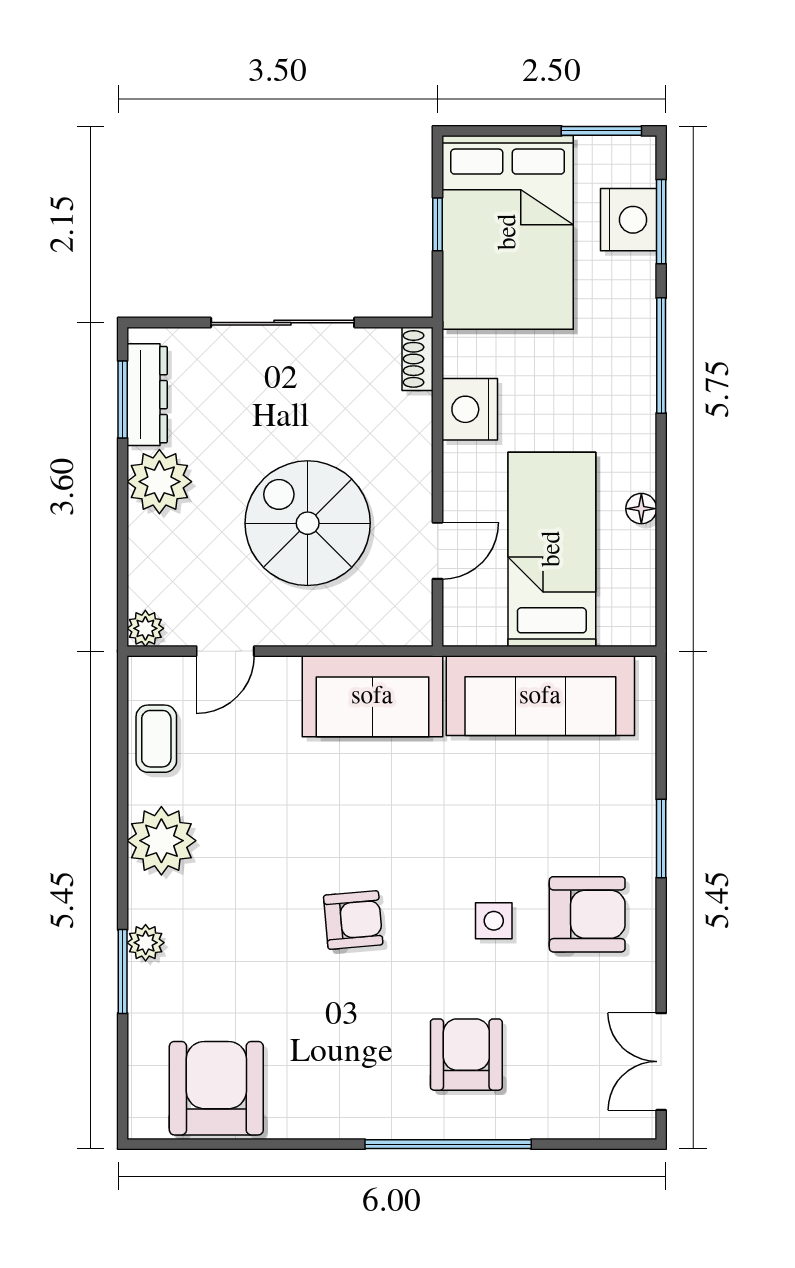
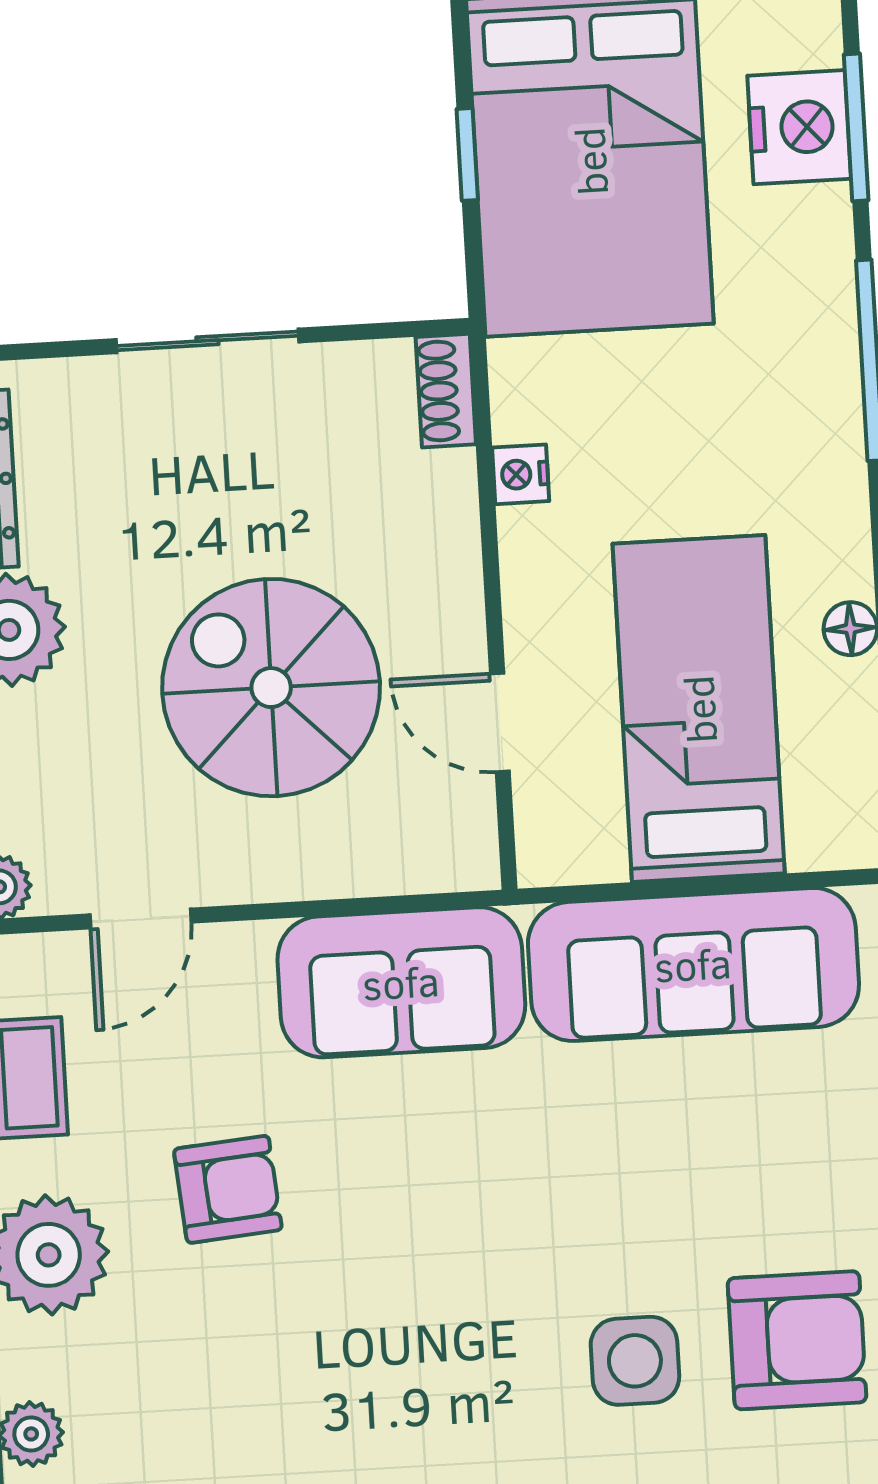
sliding door: (283, 323) -> (207, 341), width x0.73
nightstand: (470, 409) -> (521, 474), width x0.53, depth x0.56
door: (438, 551) -> (500, 723), swing flipped
armchair: (353, 920) -> (228, 1189), moved
side table: (494, 921) -> (635, 1361), width x1.37, depth x1.37

